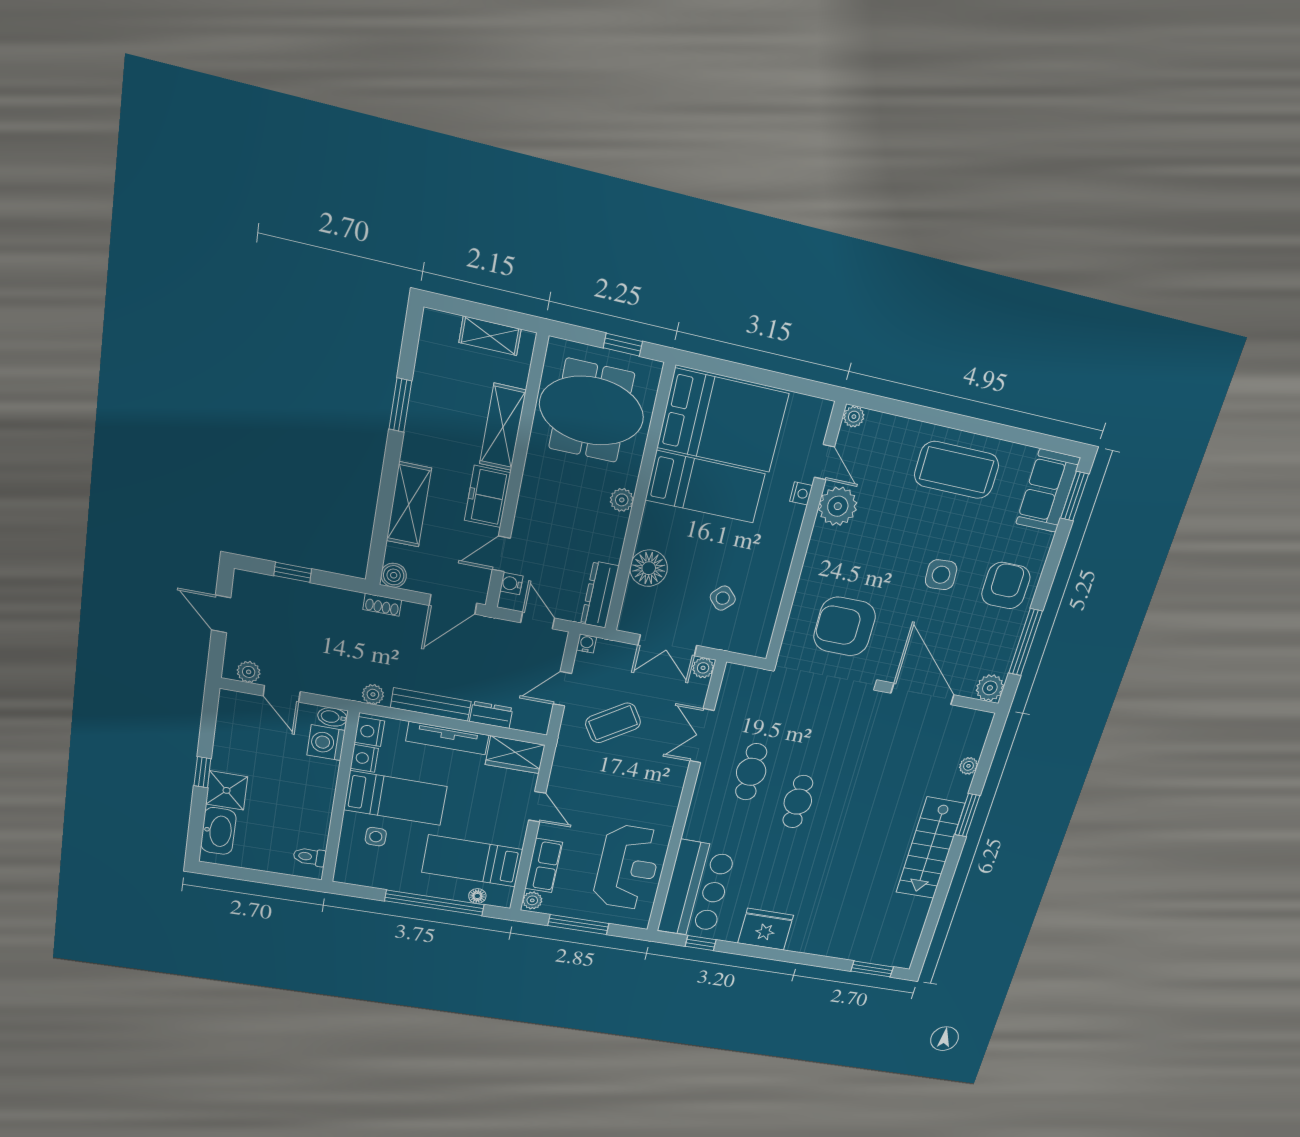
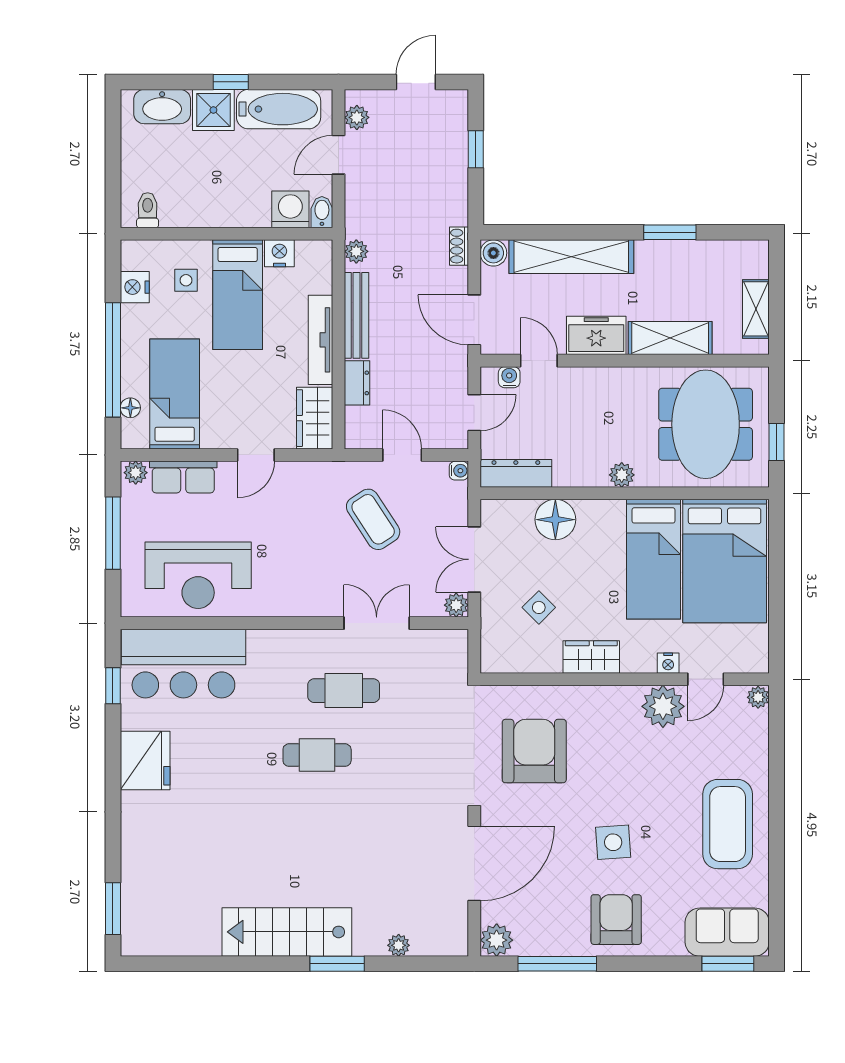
shelving: (409, 505) -> (571, 257), width x1.47
wardrobe: (778, 561) -> (591, 657), added
armchair: (1006, 586) -> (616, 920), turned -90
nightstand: (369, 732) -> (135, 287), moved, turned -90
bathtub: (232, 737) -> (279, 109), added

